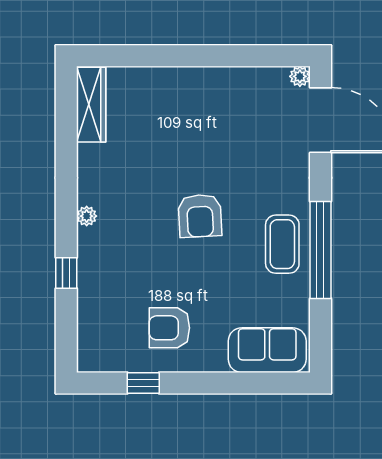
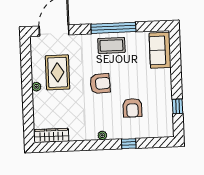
plant: (300, 76) -> (36, 87), moved
rug: (228, 124) -> (58, 72), added
armchair: (169, 328) -> (132, 108), moved

